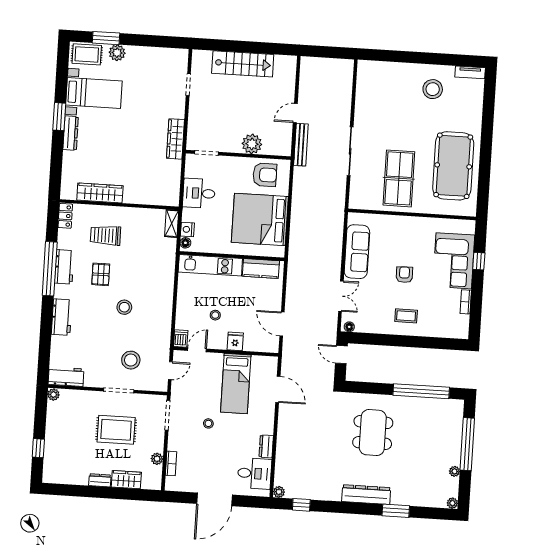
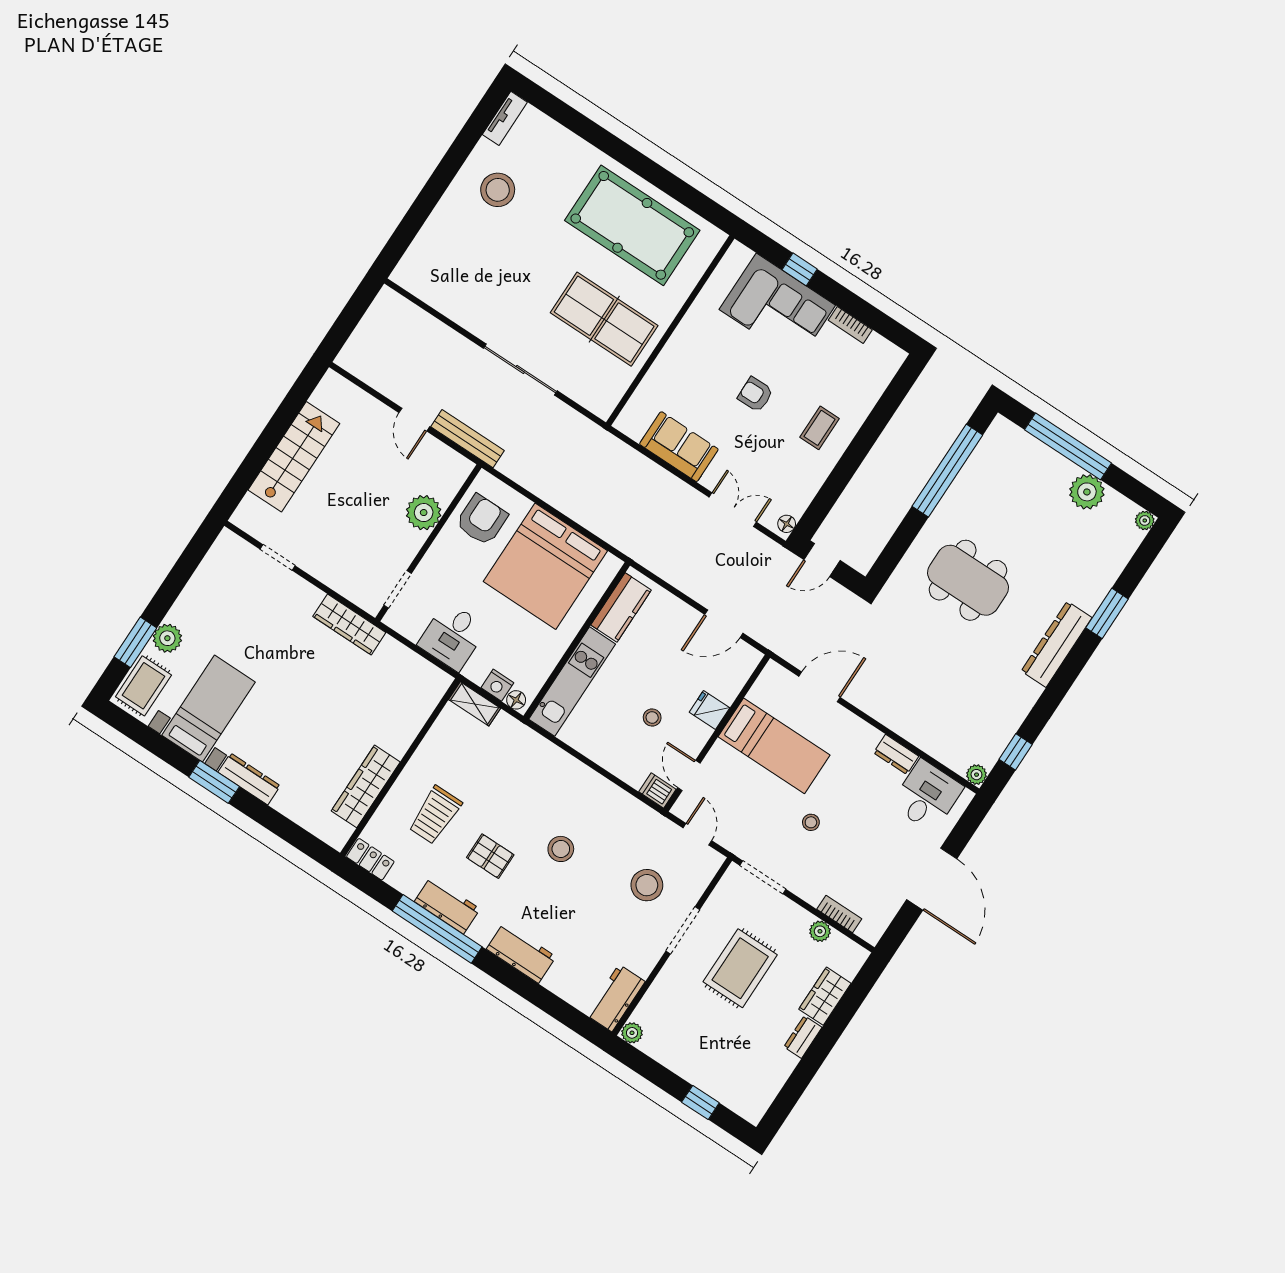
sofa: (357, 252) -> (679, 447), width x0.73
plant: (455, 471) -> (1087, 492), width x1.87, depth x1.87

